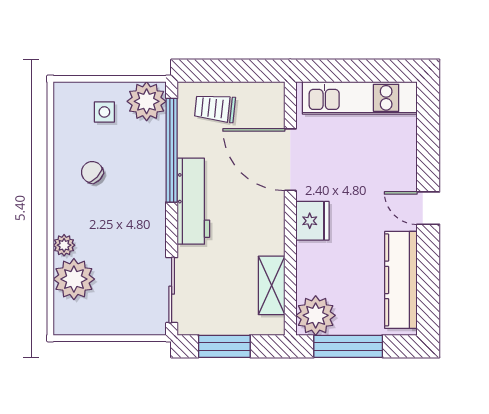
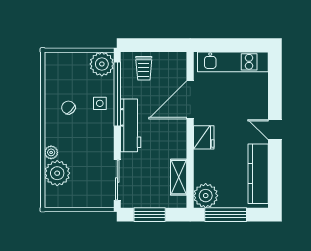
trolley: (215, 108) -> (144, 68), turned -96
side table: (104, 112) -> (100, 103), moved
door: (290, 160) -> (190, 100), hinge flipped

